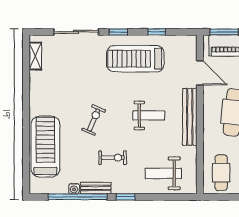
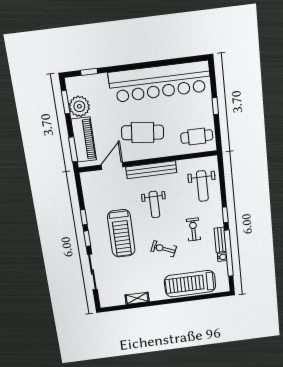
window: (157, 32) -> (84, 217), moved
shelving: (35, 56) -> (137, 298), moved
treadmill: (135, 59) -> (121, 233), moved
weight bench: (149, 115) -> (154, 204), turned 180

